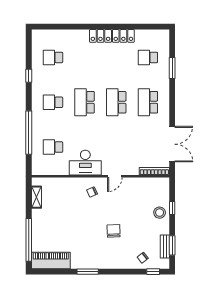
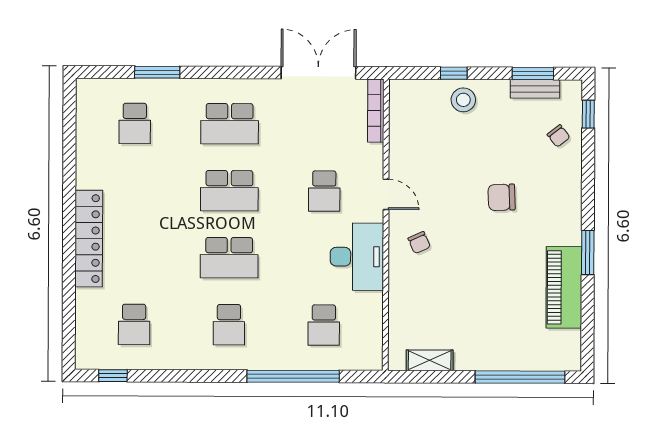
locker: (112, 36) -> (89, 239), moved
window: (29, 76) -> (113, 376), moved
school desk: (116, 147) -> (324, 191), added
piano: (51, 260) -> (564, 287), moved

